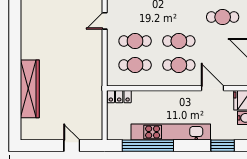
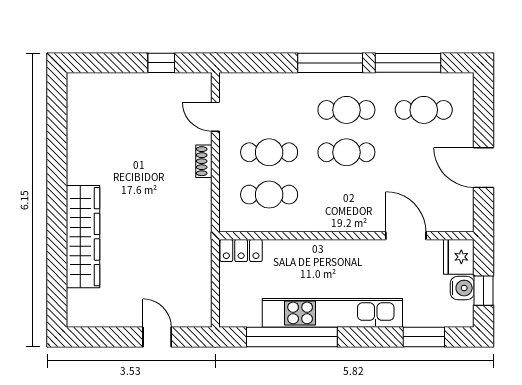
door: (105, 21) -> (215, 117), hinge flipped
shoe rack: (98, 46) -> (204, 161), added
cafe table: (179, 65) -> (346, 110), moved

